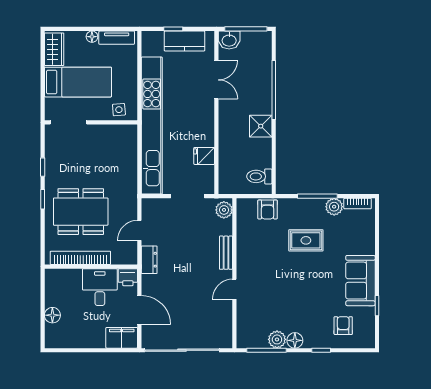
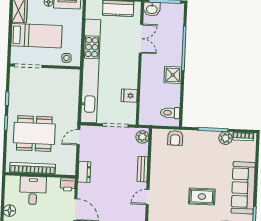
door: (139, 230) -> (78, 137), moved
rug: (306, 240) -> (202, 197), moved
sofa: (360, 281) -> (243, 188), width x1.36
desk: (100, 287) -> (33, 190), moved

